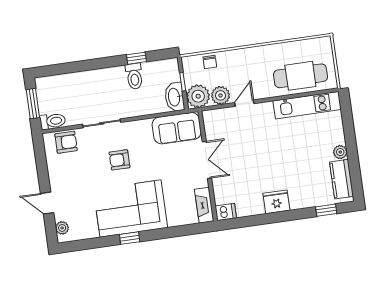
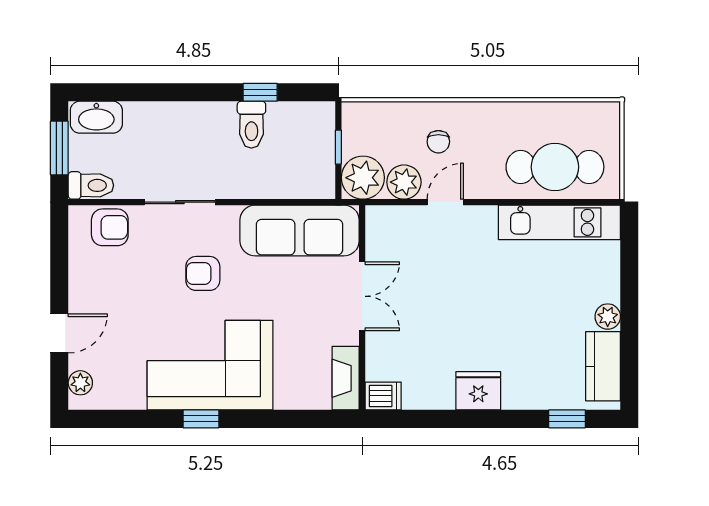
chair: (210, 62) -> (438, 142), moved
washbasin: (174, 97) -> (96, 117), moved, turned -90
sofa: (177, 128) -> (300, 230), width x1.36
door: (47, 203) -> (59, 333), swing flipped

